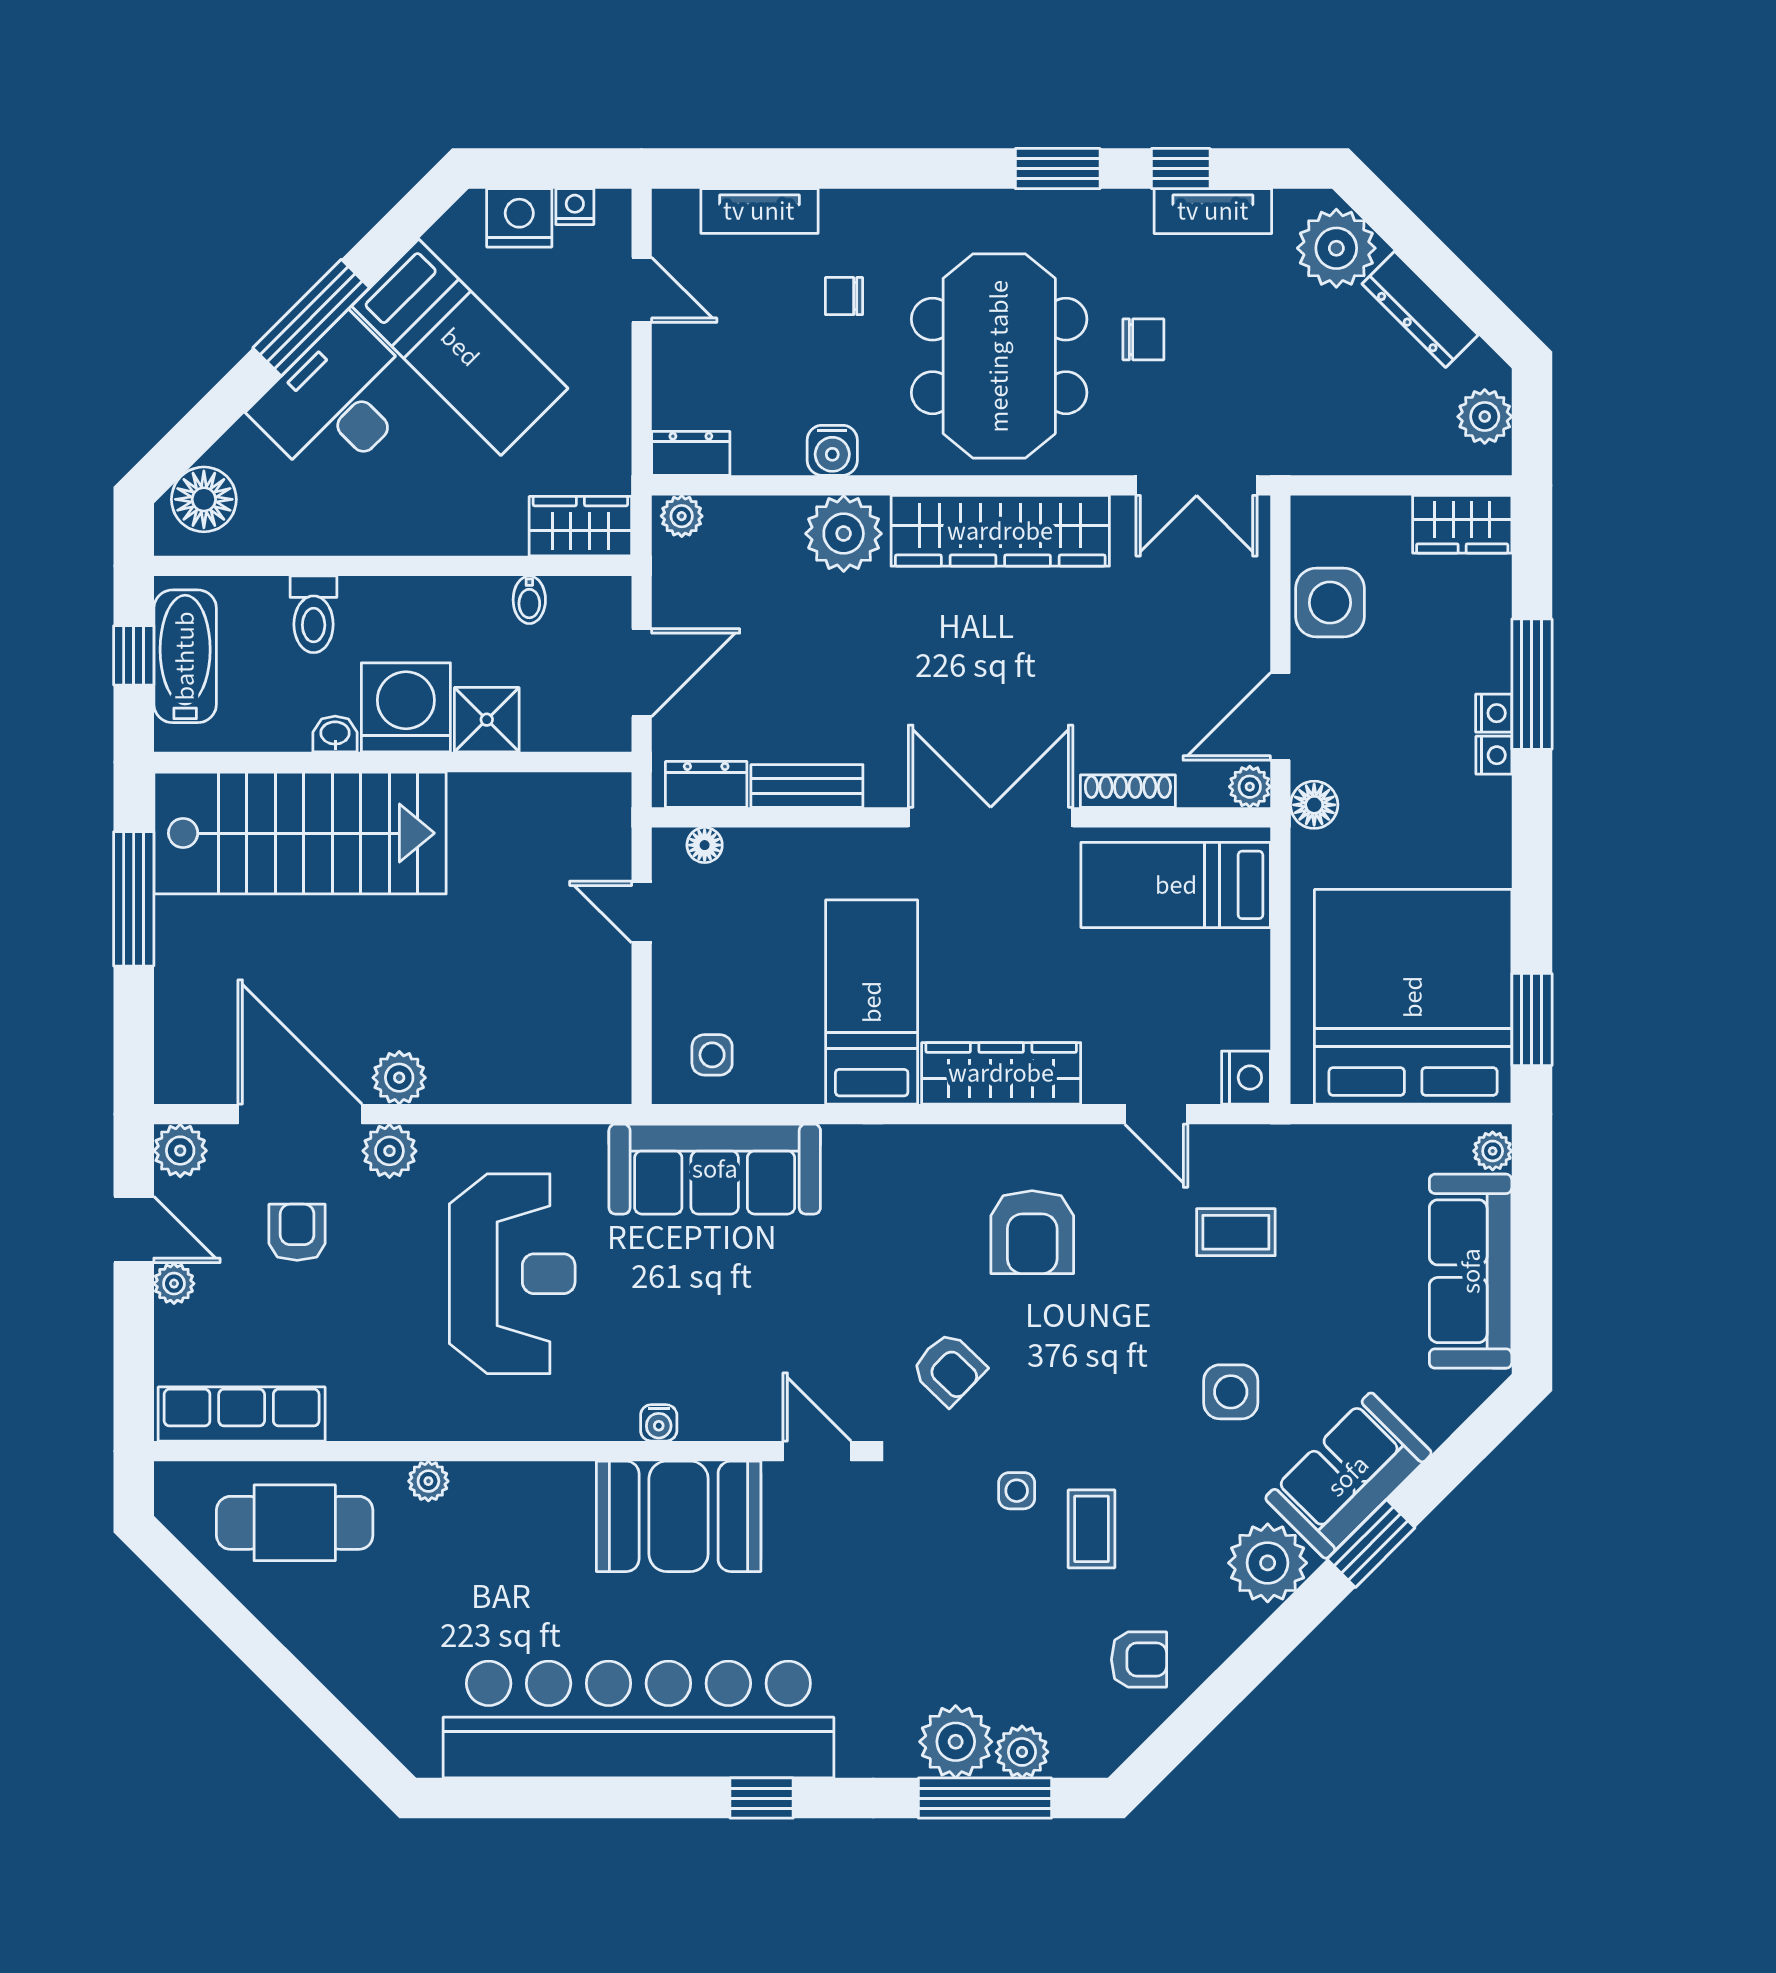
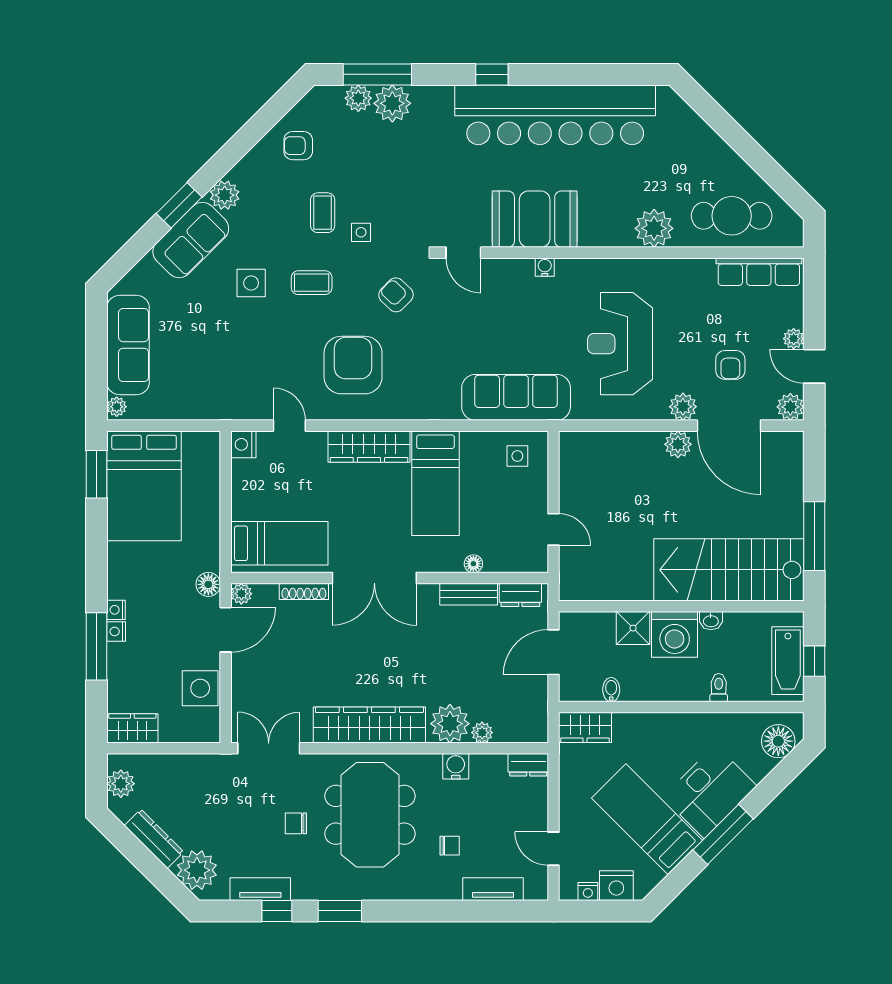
plant: (682, 516) -> (482, 733), moved
toilet: (314, 614) -> (719, 688), width x0.73, depth x0.72
floor lamp: (705, 845) -> (473, 564), moved
bed: (1413, 997) -> (144, 486), width x0.73
armchair: (1032, 1232) -> (353, 365), width x1.36, depth x1.36
coffee table: (1236, 1232) -> (312, 283), moved
plant: (428, 1481) -> (654, 228), width x1.88, depth x1.88
plant: (1268, 1563) -> (225, 195), width x0.73, depth x0.73

